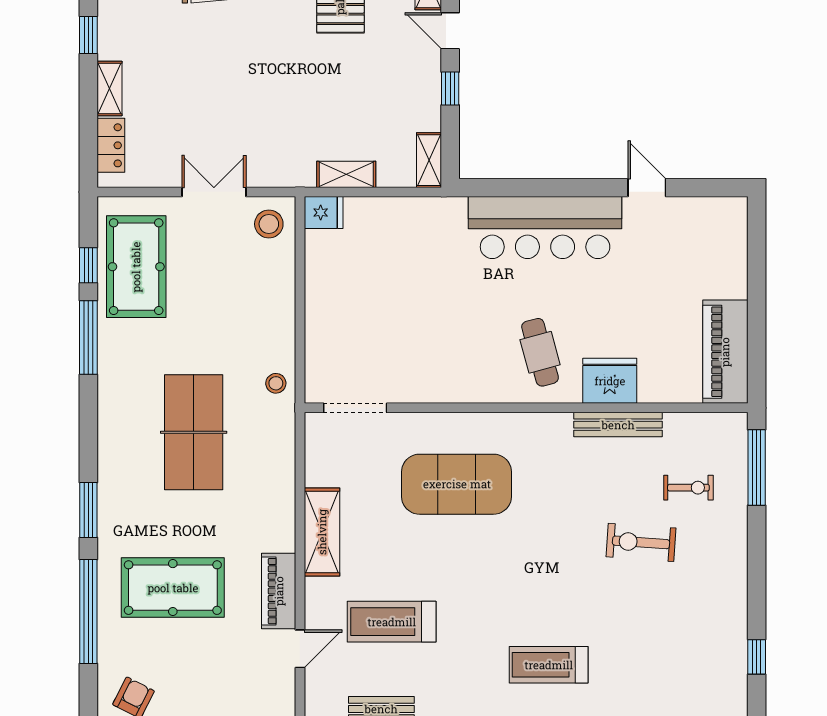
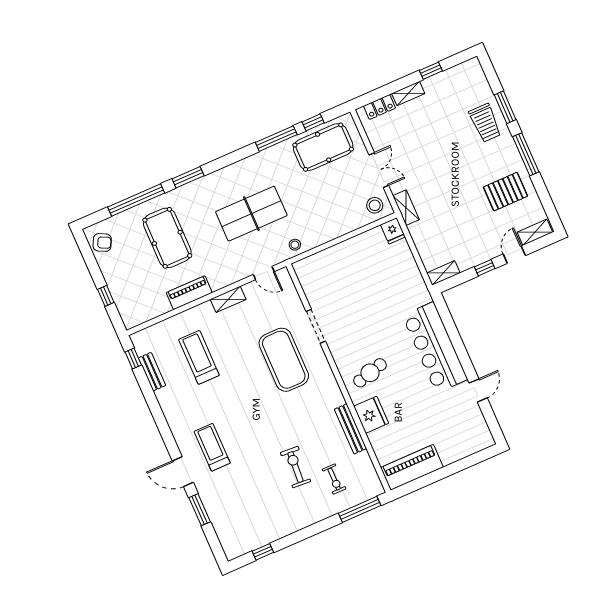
shelving: (346, 174) -> (406, 208), moved
doorway: (355, 408) -> (316, 326), moved
shelving: (322, 532) -> (228, 299), width x0.67, depth x0.75
door: (300, 649) -> (264, 273), moved

